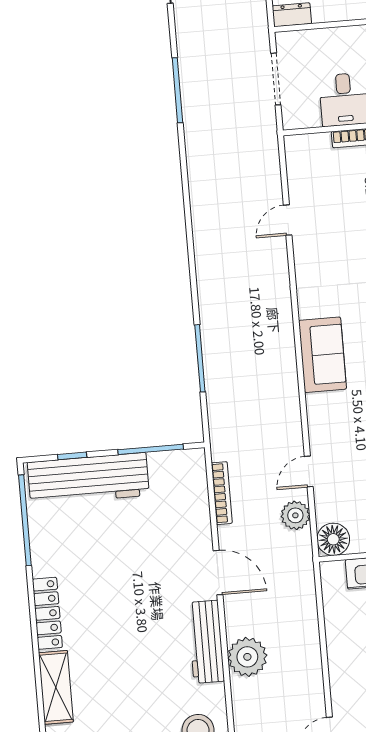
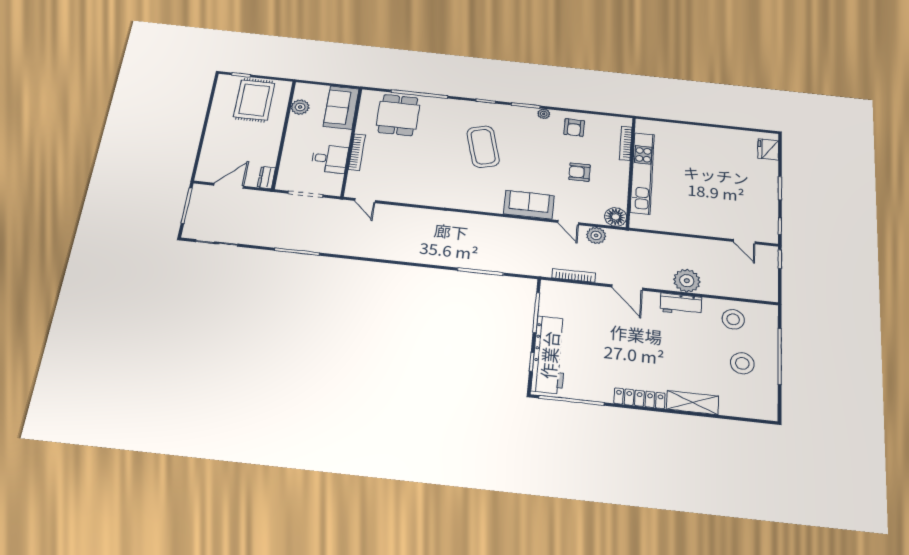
door: (288, 220) -> (365, 201), moved
sofa: (323, 355) -> (529, 205), moved
door: (218, 573) -> (627, 288), swing flipped
workbench: (206, 642) -> (681, 304), width x0.73

